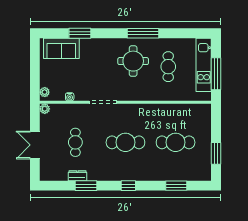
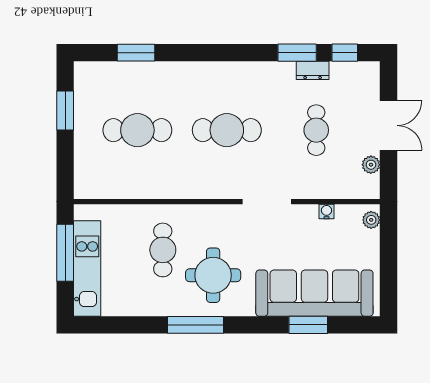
sofa: (61, 48) -> (314, 293), width x1.85, depth x1.27
cafe table: (168, 67) -> (163, 250), moved
plant: (45, 109) -> (371, 165), moved
window: (128, 186) -> (345, 53), moved

